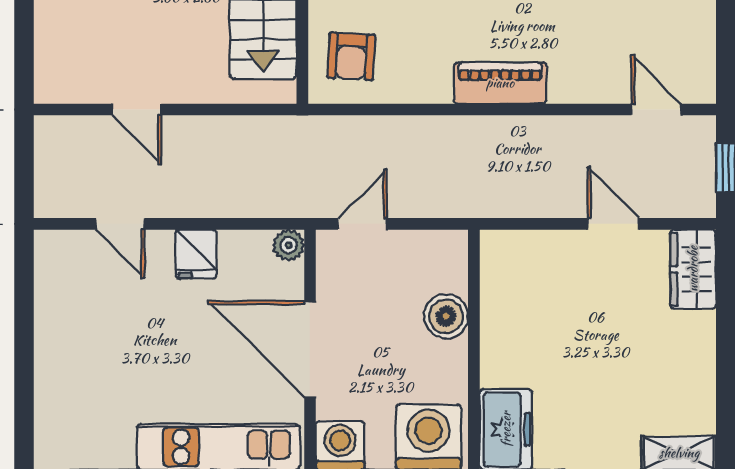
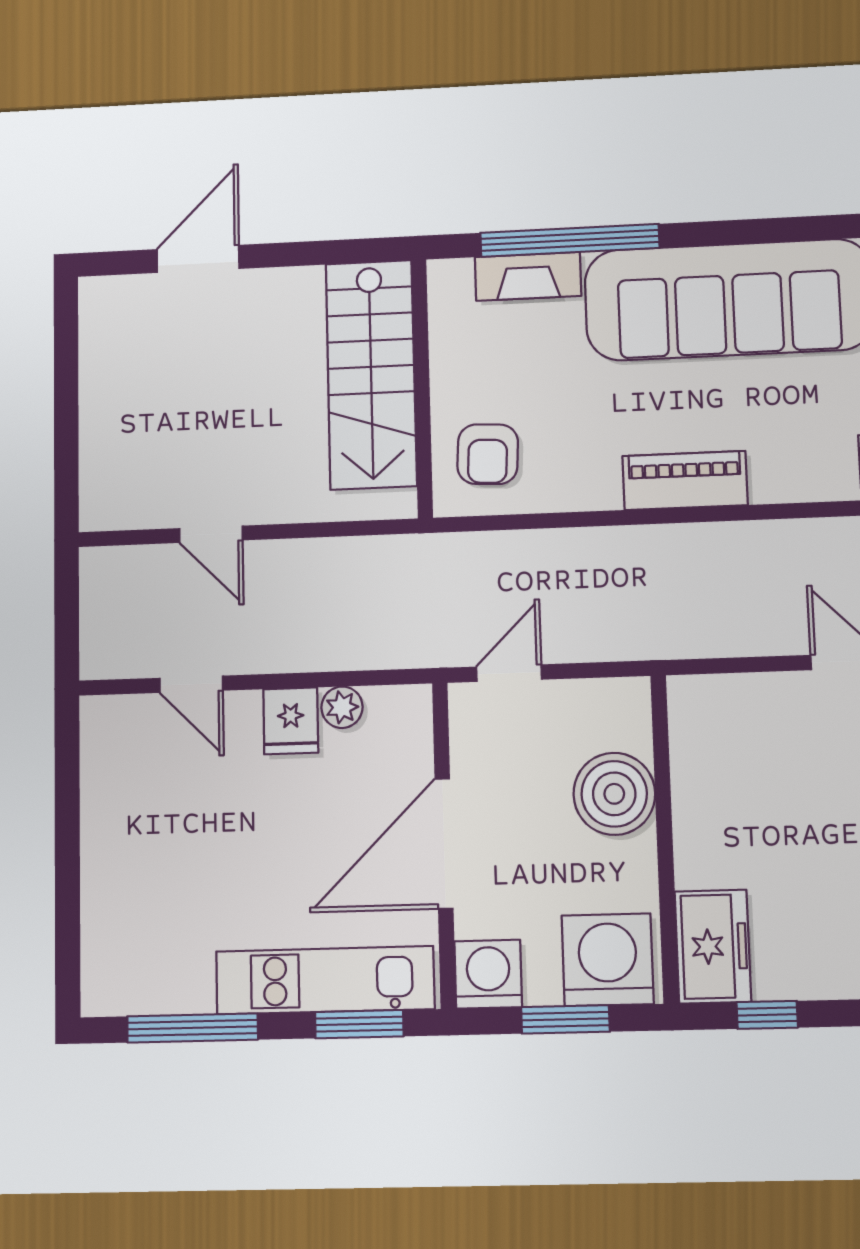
plant: (289, 245) -> (342, 707), moved
boiler: (446, 316) -> (614, 794), width x1.37, depth x1.37
door: (310, 349) -> (444, 843), hinge flipped

